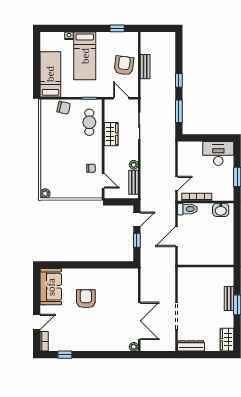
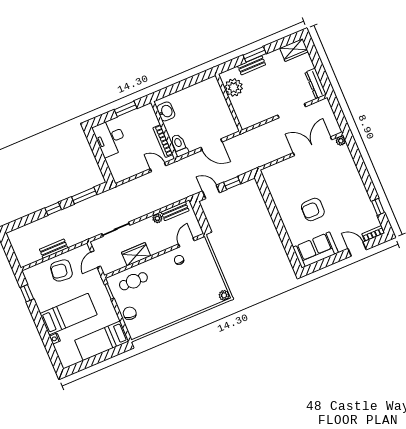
plant: (217, 276) -> (234, 87), added

